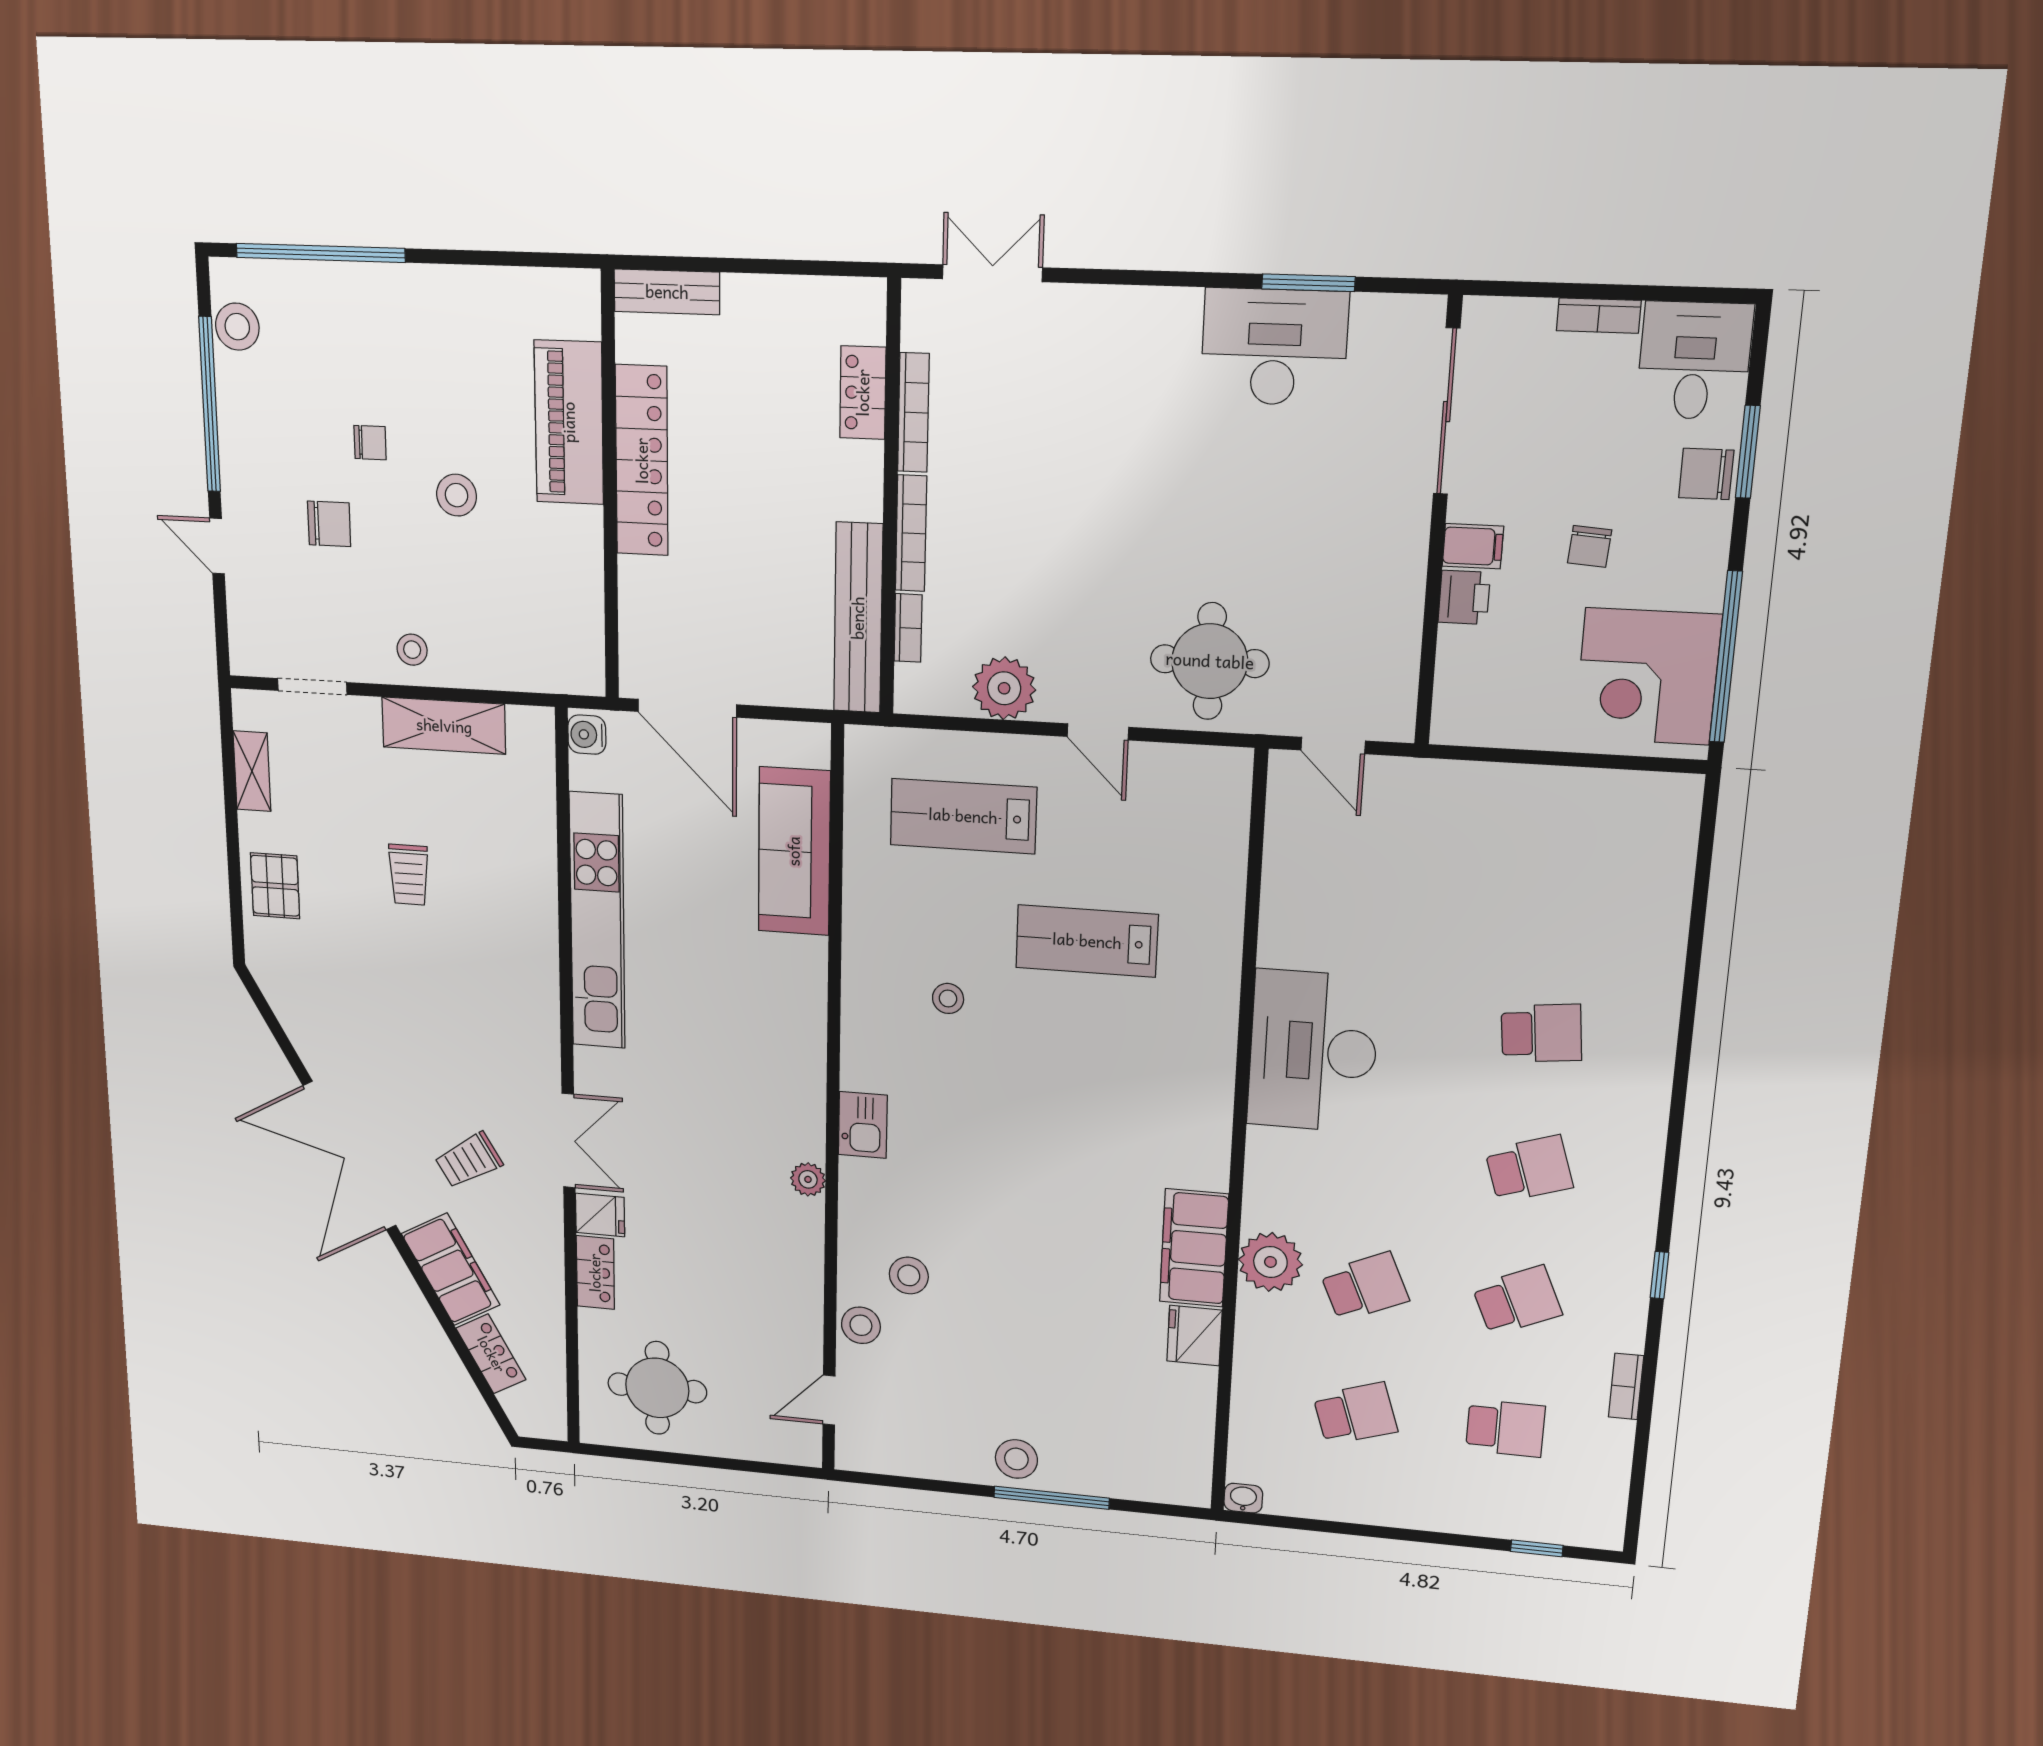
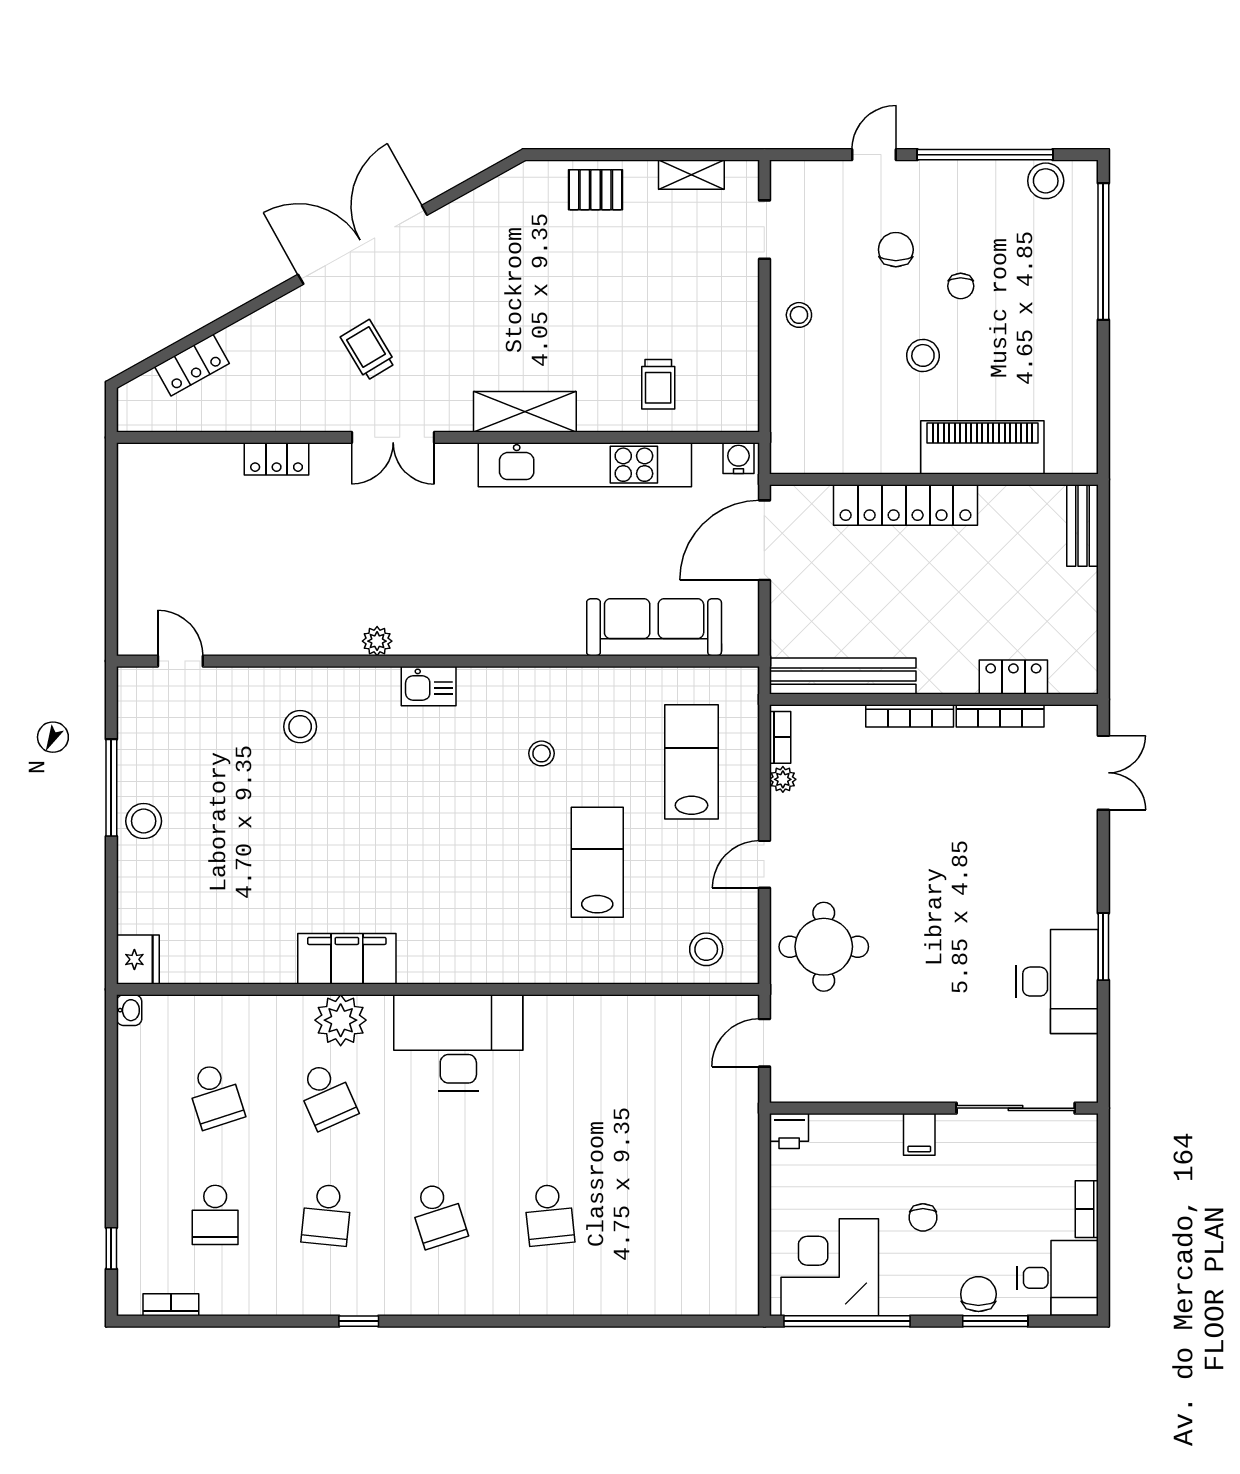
window: (1308, 283) -> (1103, 947), moved
locker: (642, 461) -> (906, 505), moved
chair: (329, 524) -> (896, 250), turned 180
chair: (1590, 546) -> (923, 1217), turned -94
printer: (1464, 597) -> (789, 1131), moved
bookcase: (908, 628) -> (780, 737), moved, turned -90
plant: (1004, 688) -> (783, 779), width x0.53, depth x0.53
shelving: (444, 726) -> (525, 412), moved, turned 90
trolley: (409, 875) -> (658, 384), moved, turned -90
desk: (1313, 1051) -> (458, 1043), moved
fridge: (600, 1215) -> (329, 464), removed
filing cabinet: (451, 1269) -> (267, 331), removed
school desk: (1517, 1300) -> (327, 1215), turned 30
stool: (861, 1325) -> (706, 949), moved
fridge: (1194, 1336) -> (138, 959), moved, turned 90
bookcase: (1626, 1386) -> (171, 1305), moved
round table: (657, 1388) -> (176, 512), removed
window: (1051, 1498) -> (111, 788), moved

